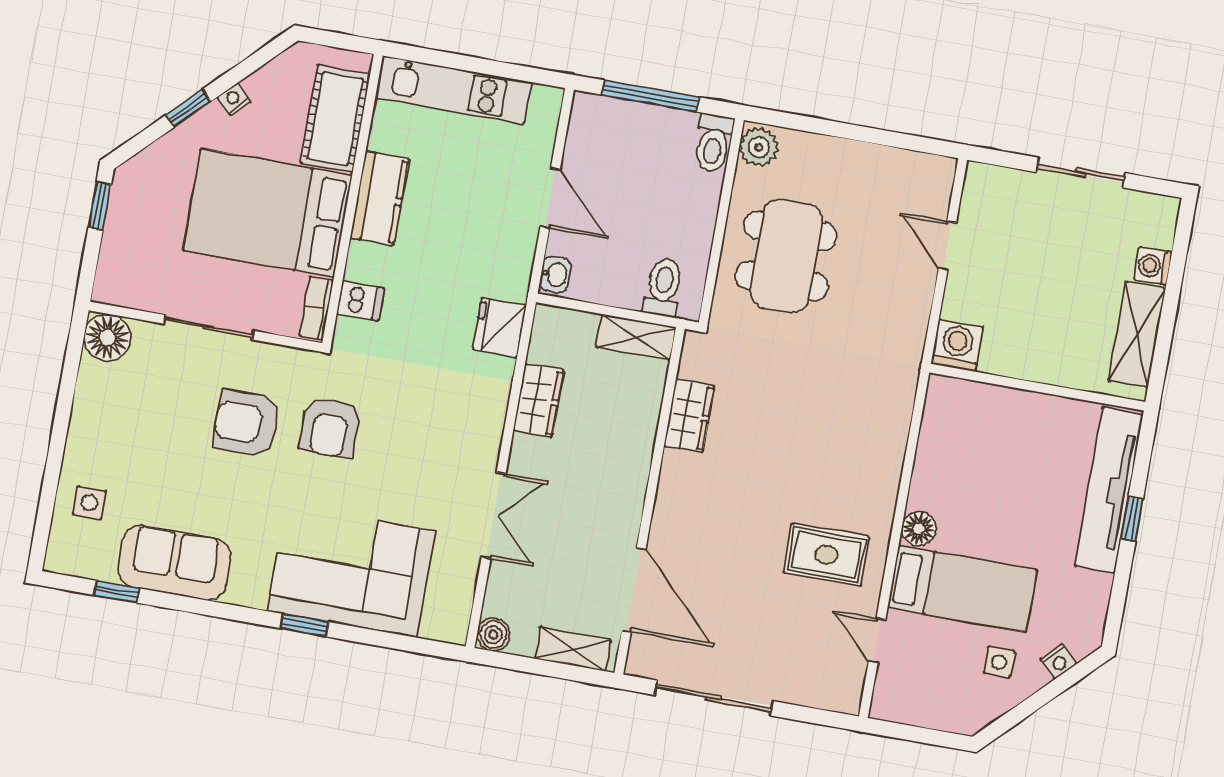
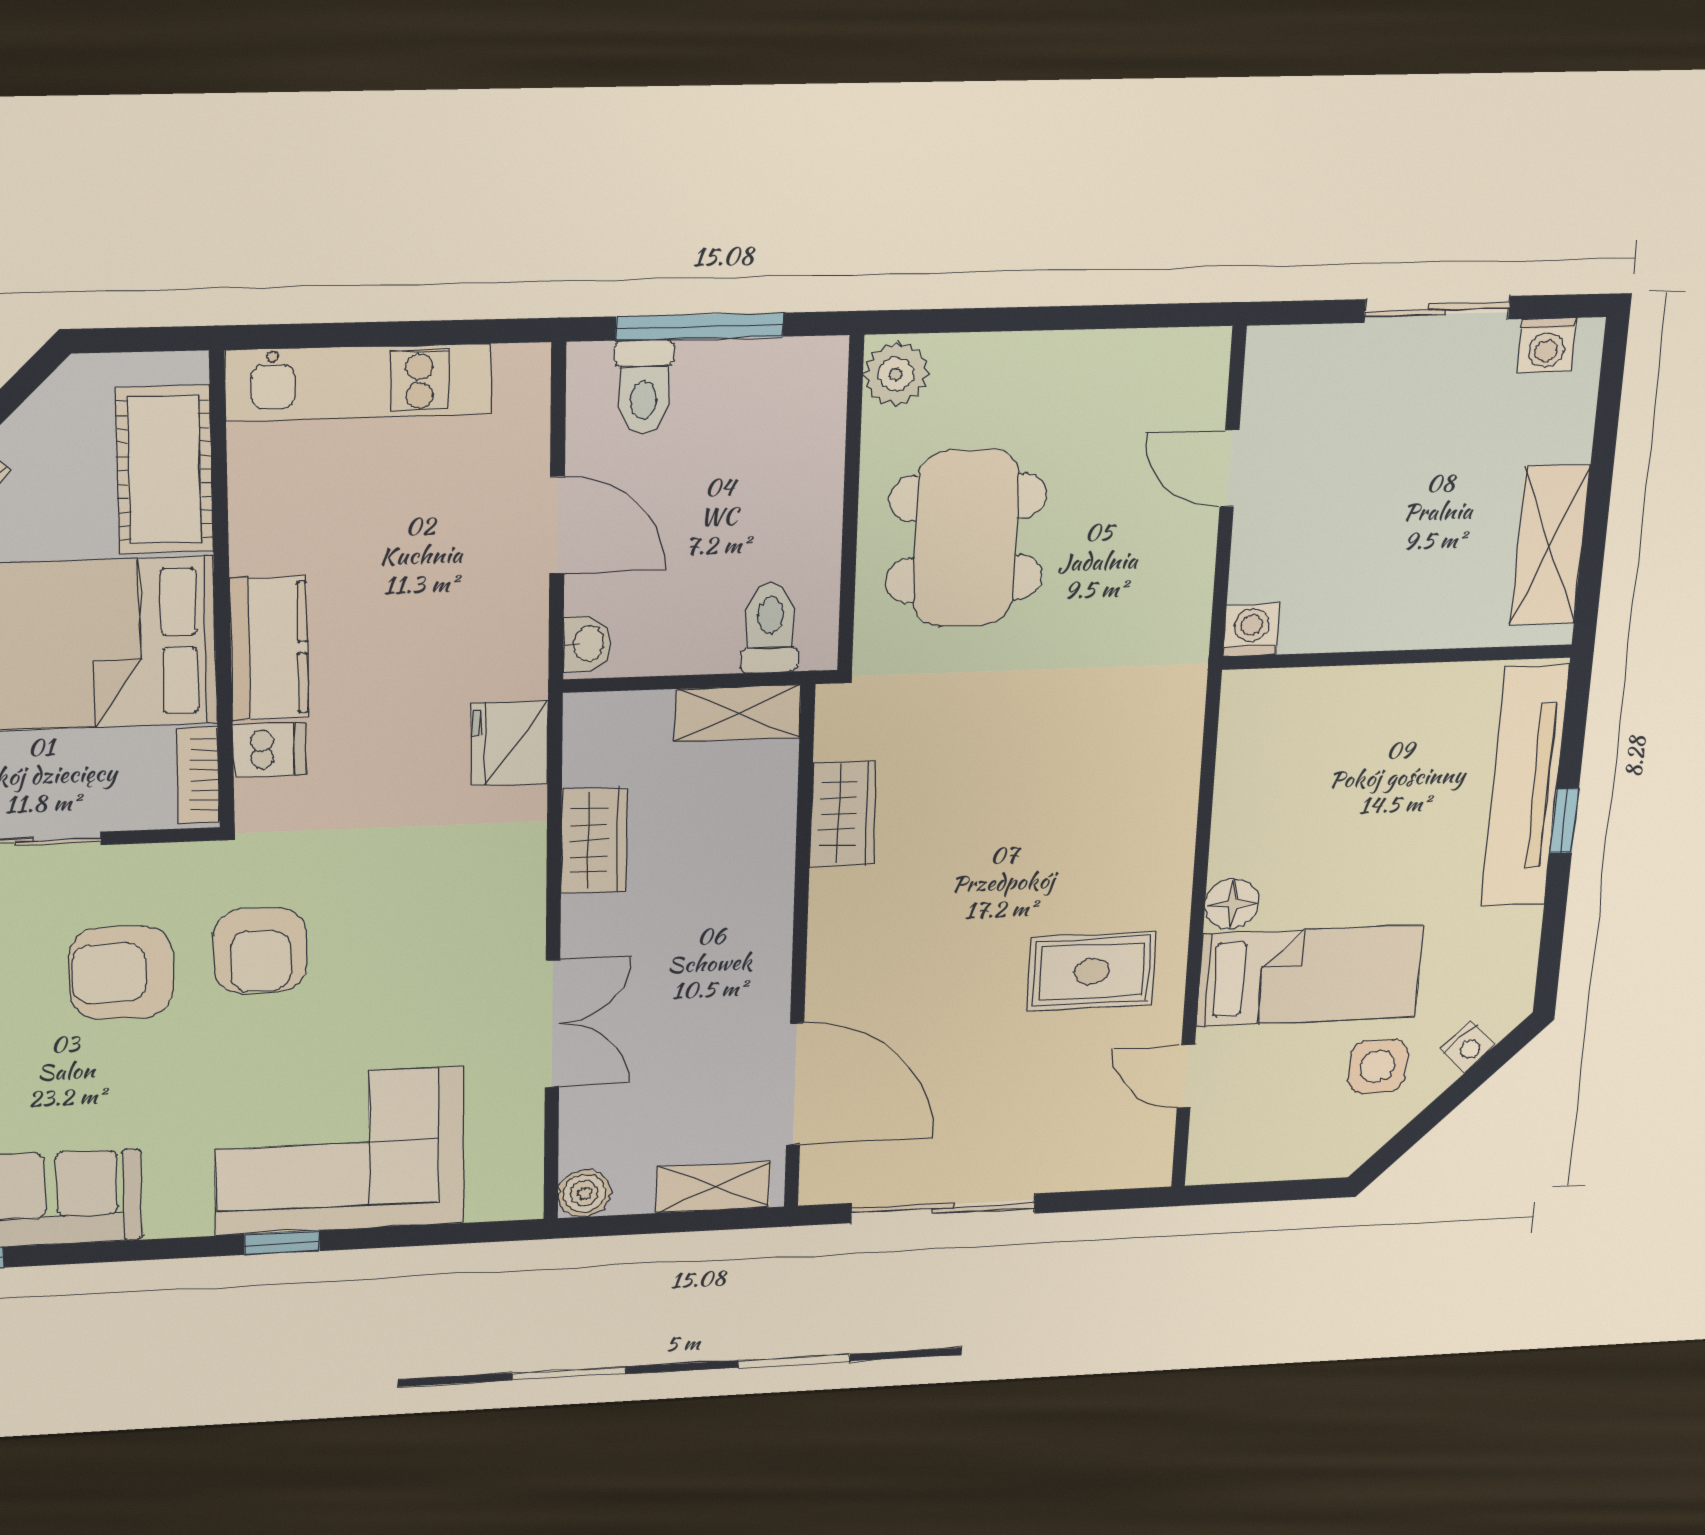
toilet: (713, 143) -> (644, 387), moved
kitchen counter: (379, 198) -> (269, 649), moved
washing machine: (1153, 266) -> (1546, 345), moved, turned -90
washing machine: (957, 345) -> (1251, 630), width x0.73, depth x0.73
side table: (999, 662) -> (1377, 1066), width x1.37, depth x1.37

